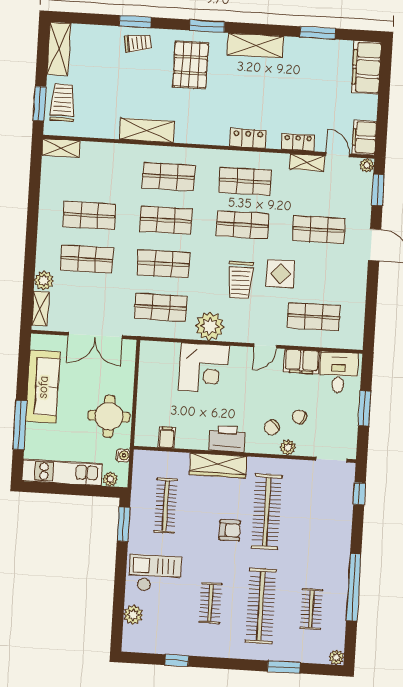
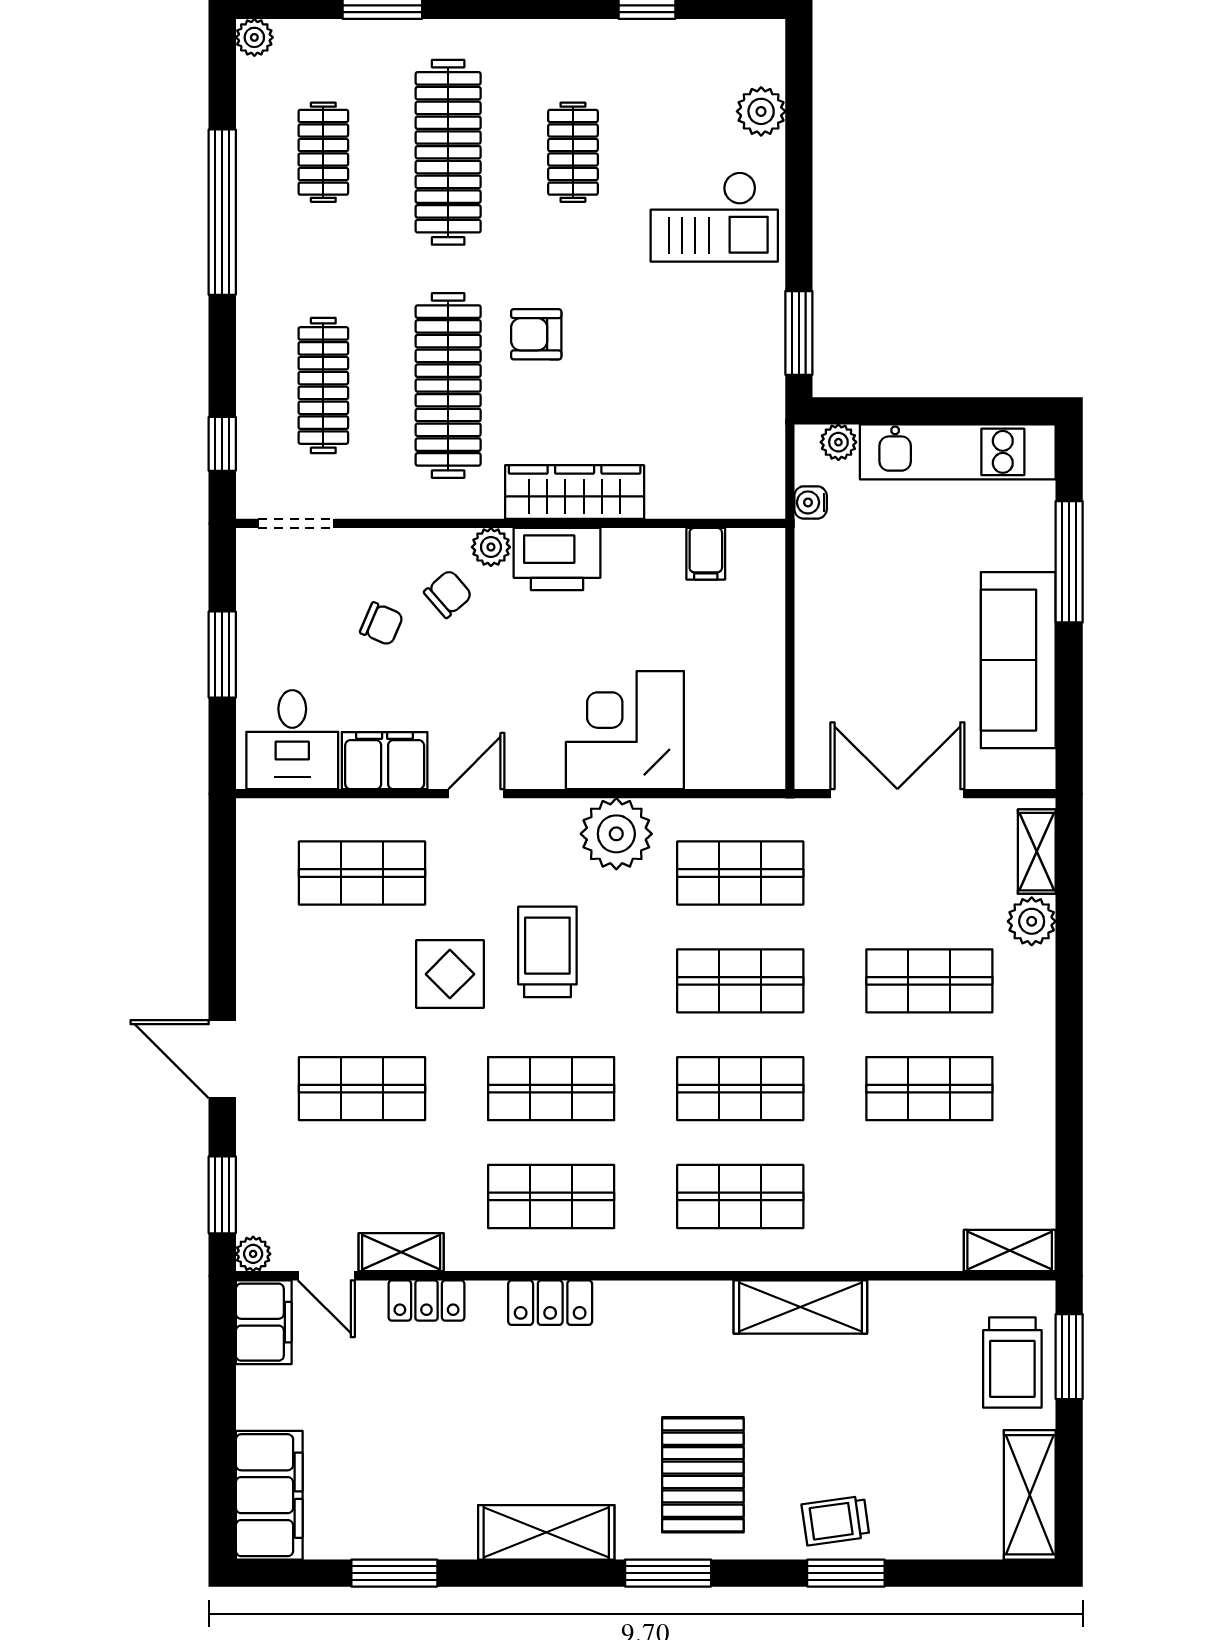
round table: (109, 416) -> (851, 597), removed
plant: (288, 447) -> (491, 547), moved
clothes rail: (166, 506) -> (323, 385), moved

